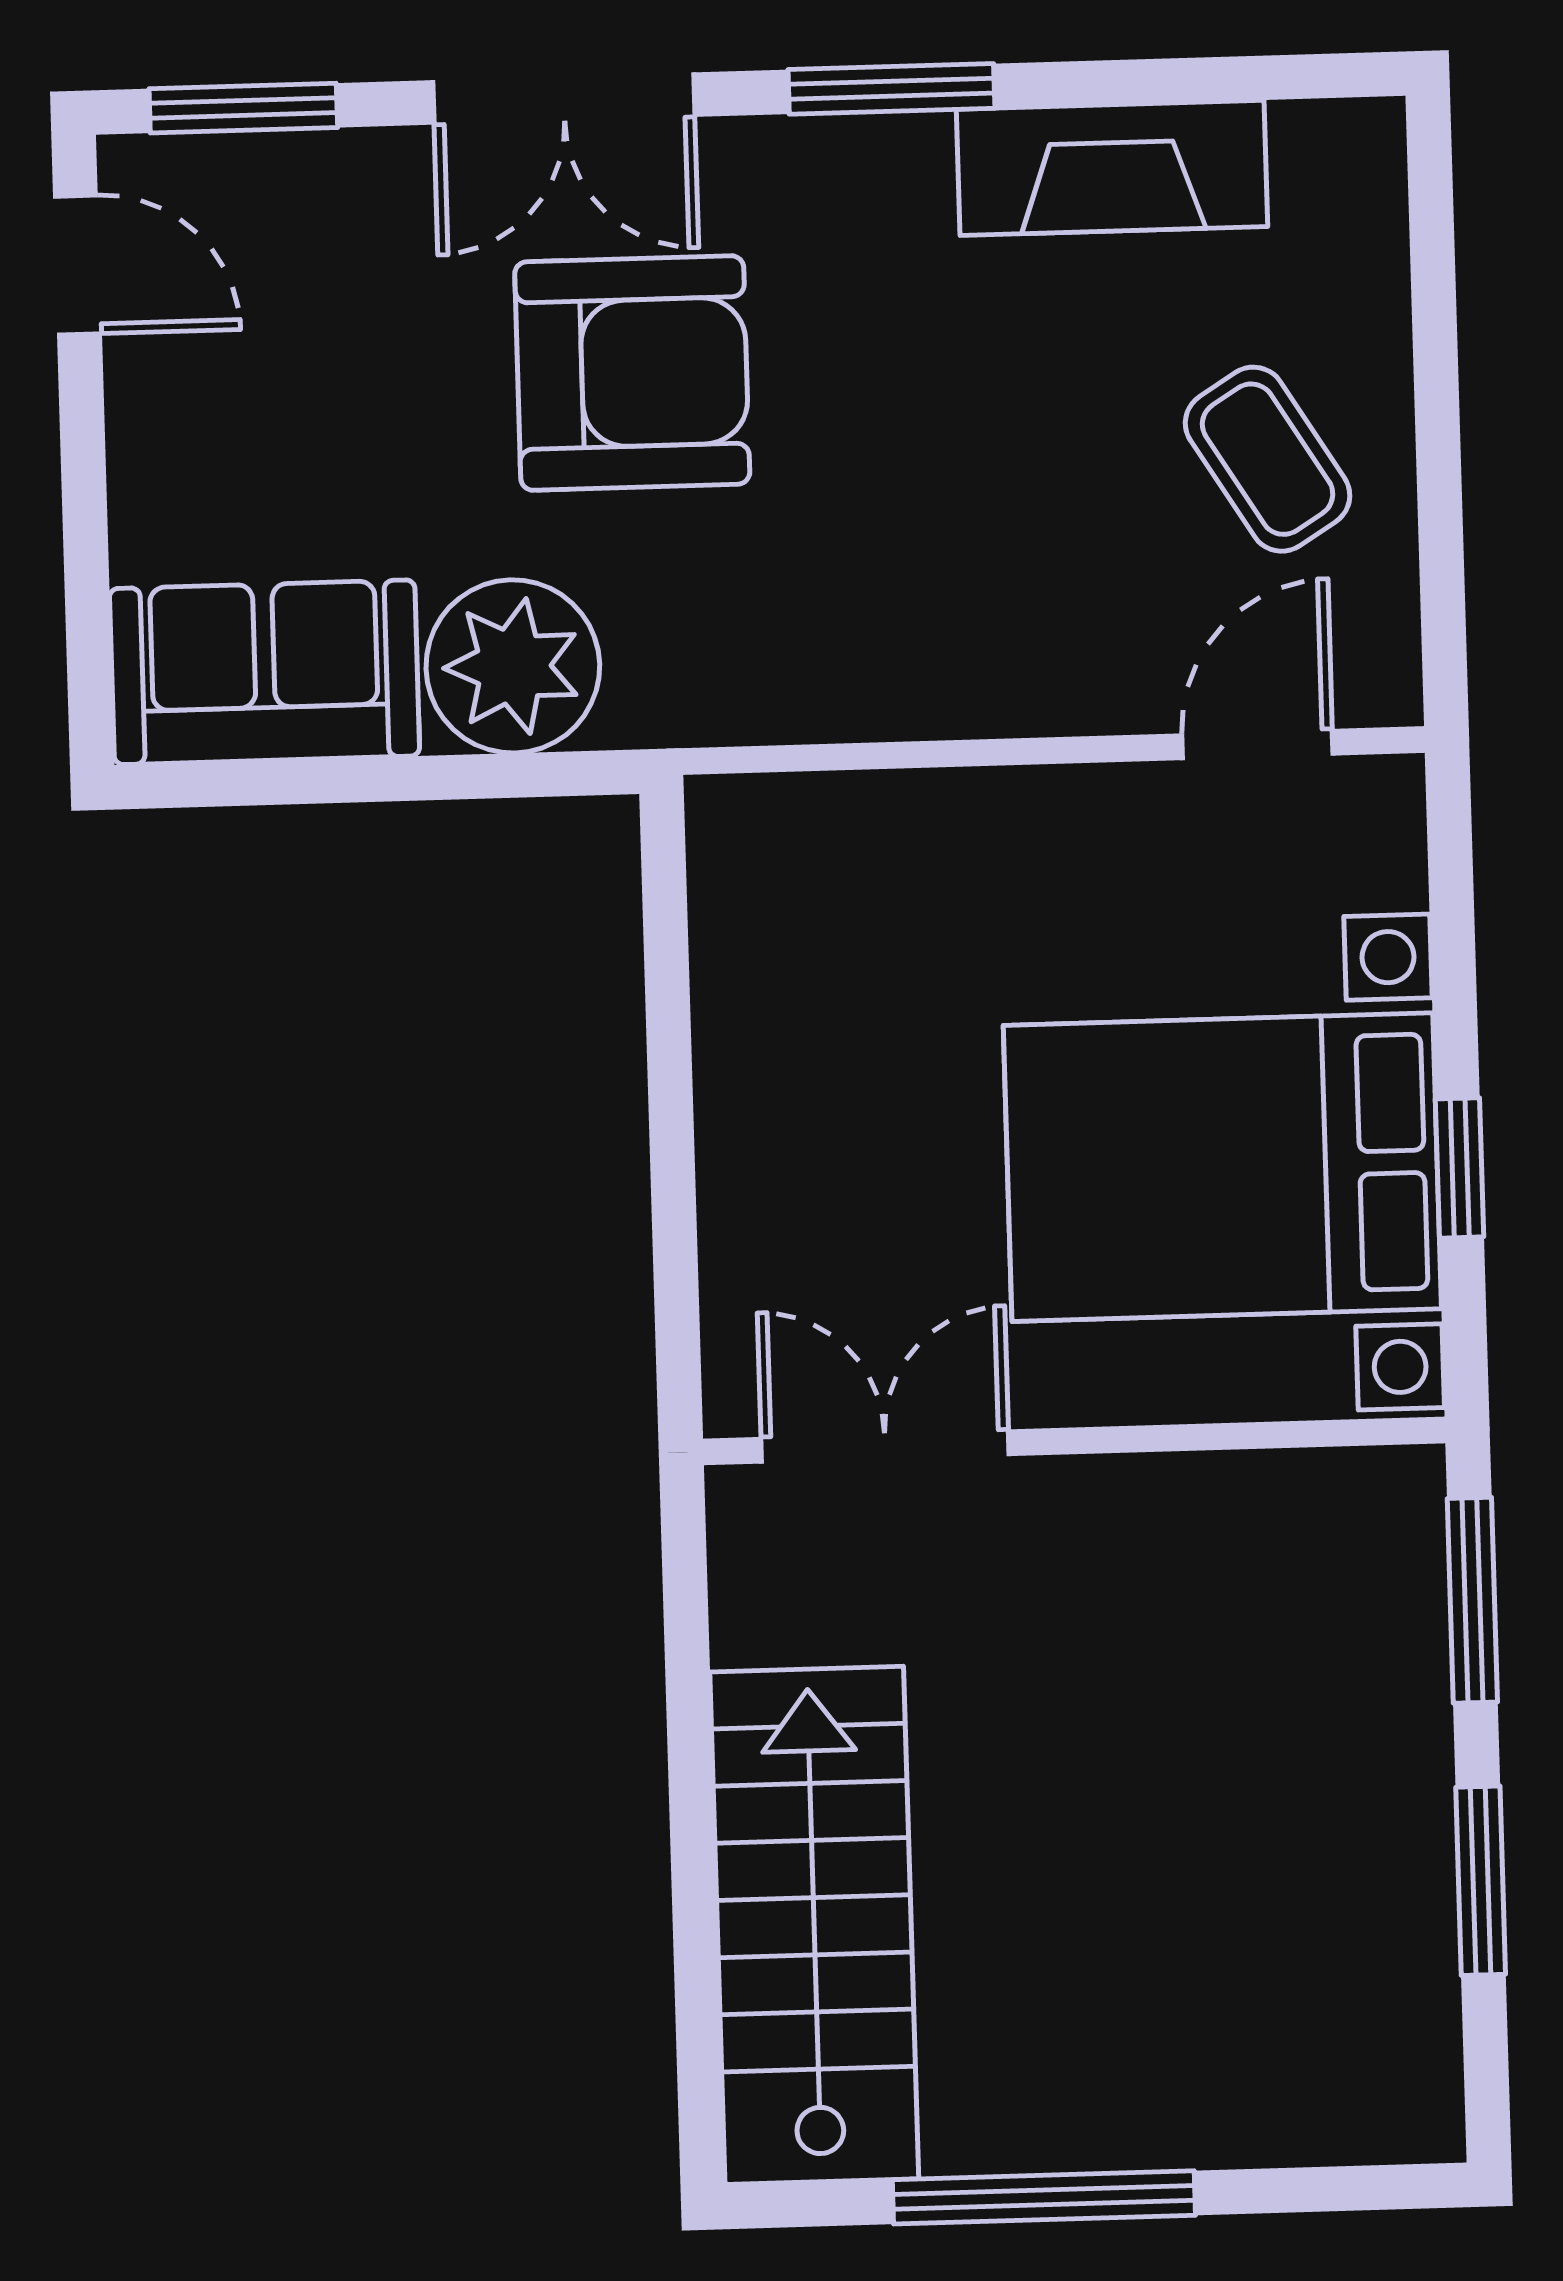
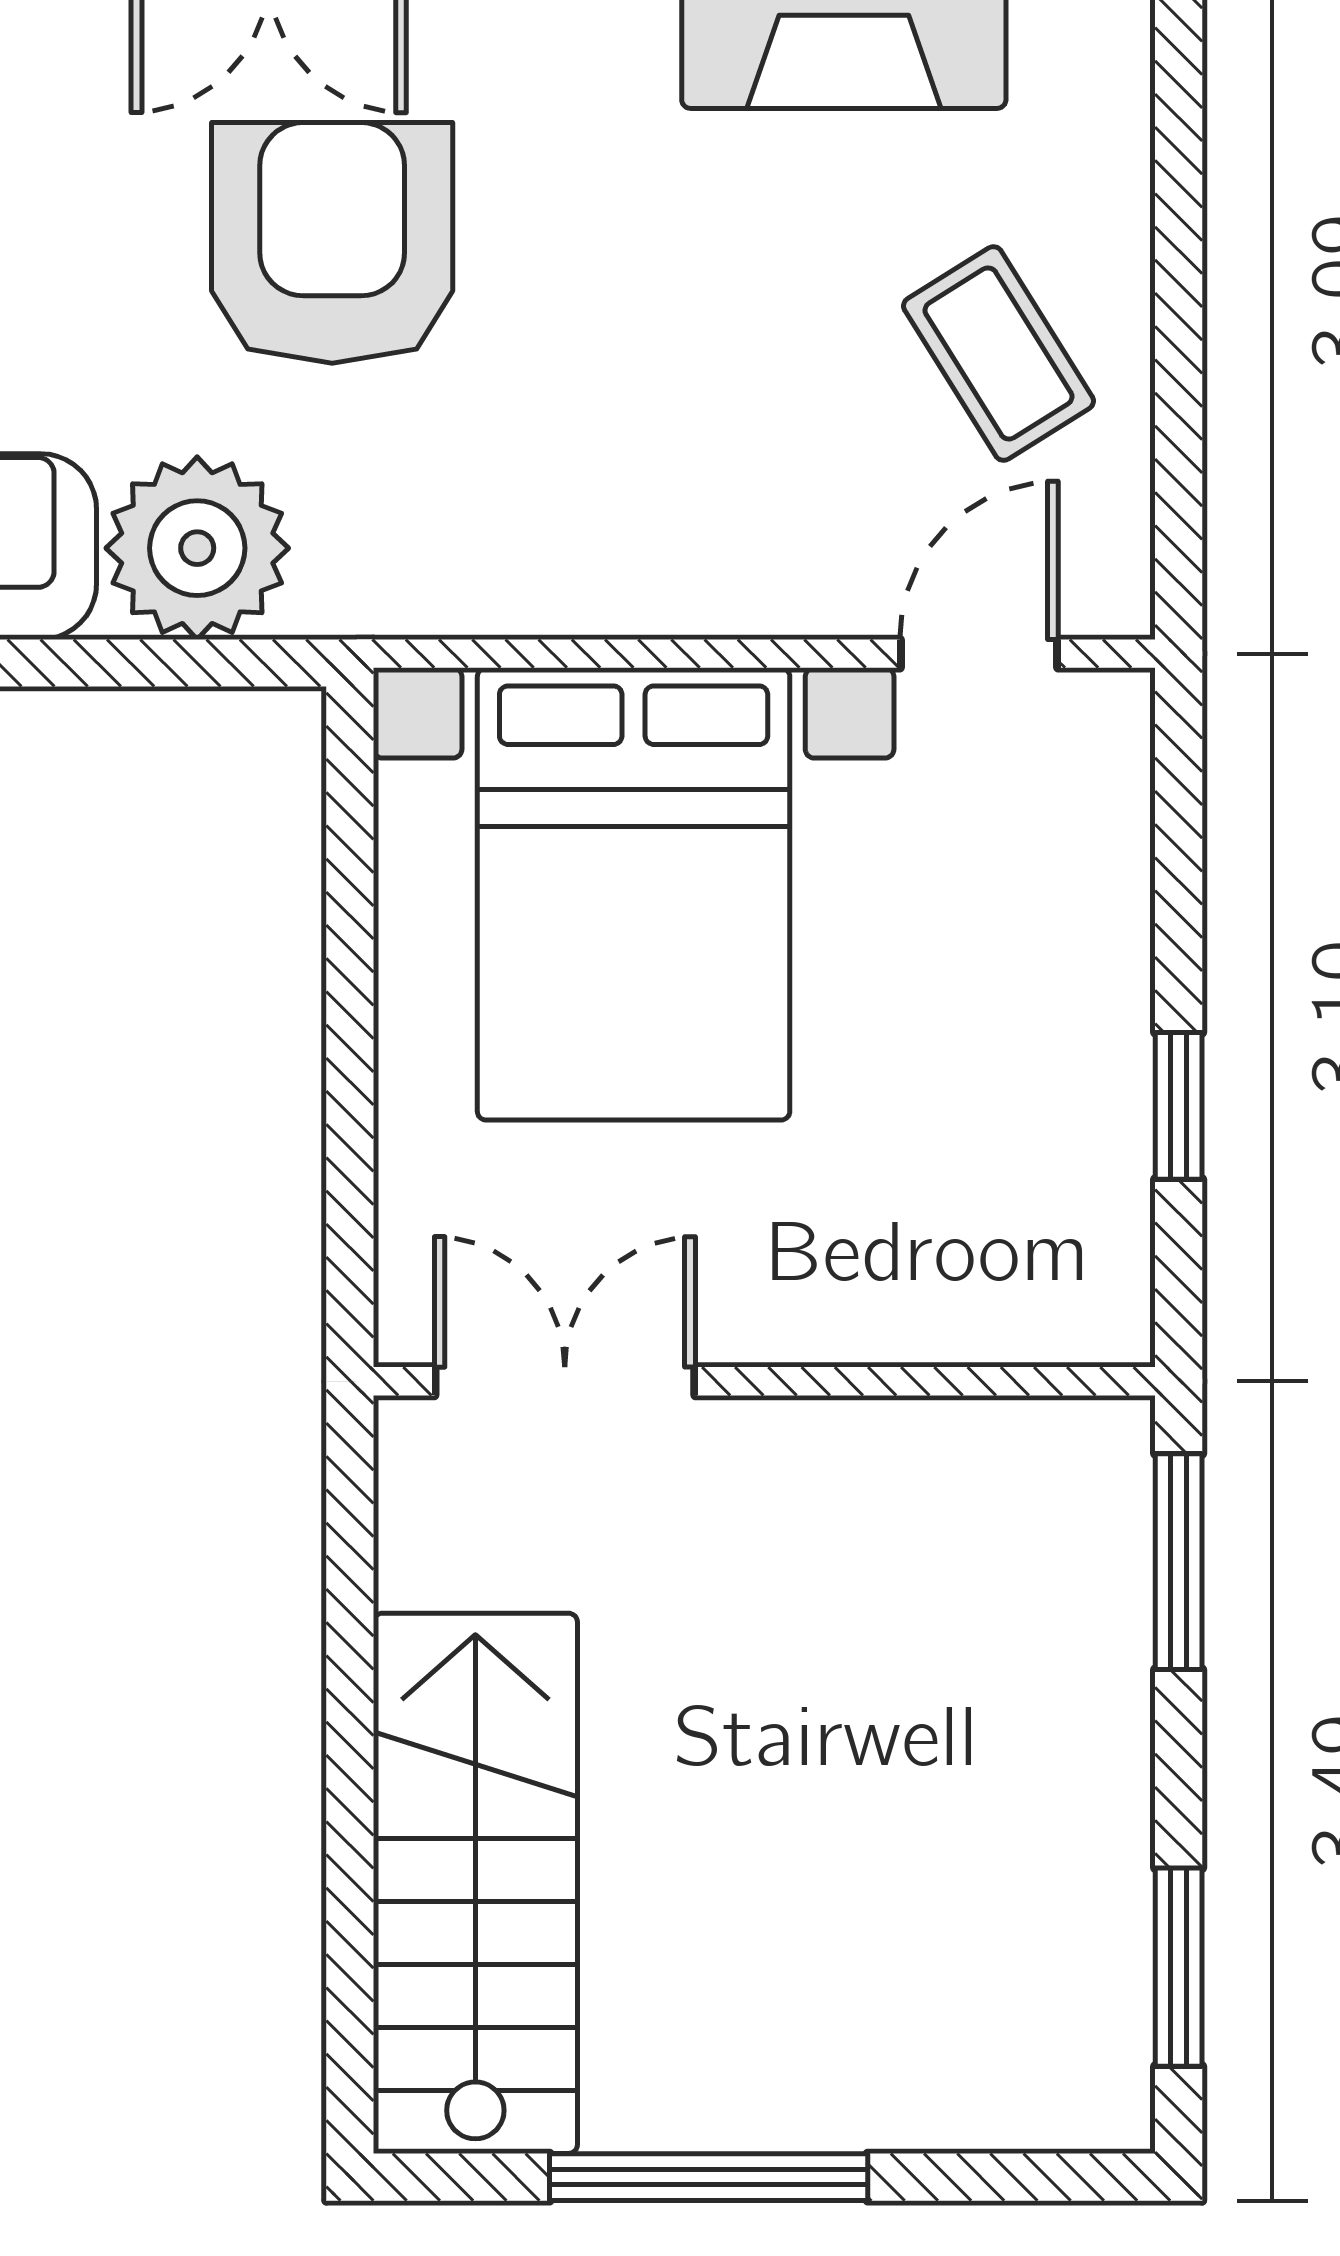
armchair: (632, 373) -> (332, 243), turned -90
bed with nightstands: (1222, 1167) -> (634, 894), moved, turned -90
window: (1481, 1881) -> (1179, 1967), moved

